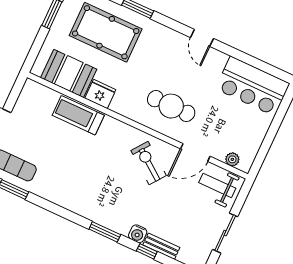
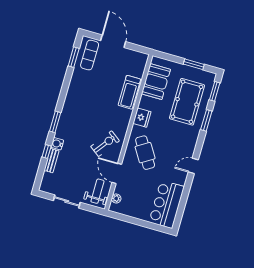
fridge: (100, 94) -> (142, 118), moved
cafe table: (171, 106) -> (145, 153), turned -32
treadmill: (78, 115) -> (129, 92), turned 180

